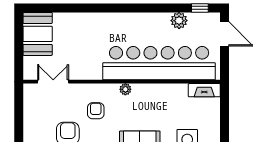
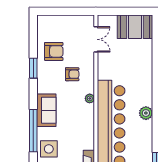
plant: (179, 21) -> (146, 113), moved

